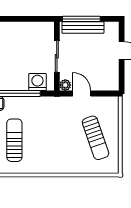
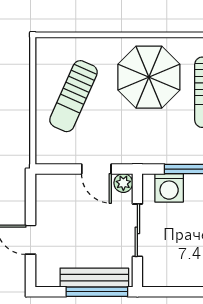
sun lounger: (96, 138) -> (74, 96), turned -137
parasol: (50, 149) -> (149, 77), added

